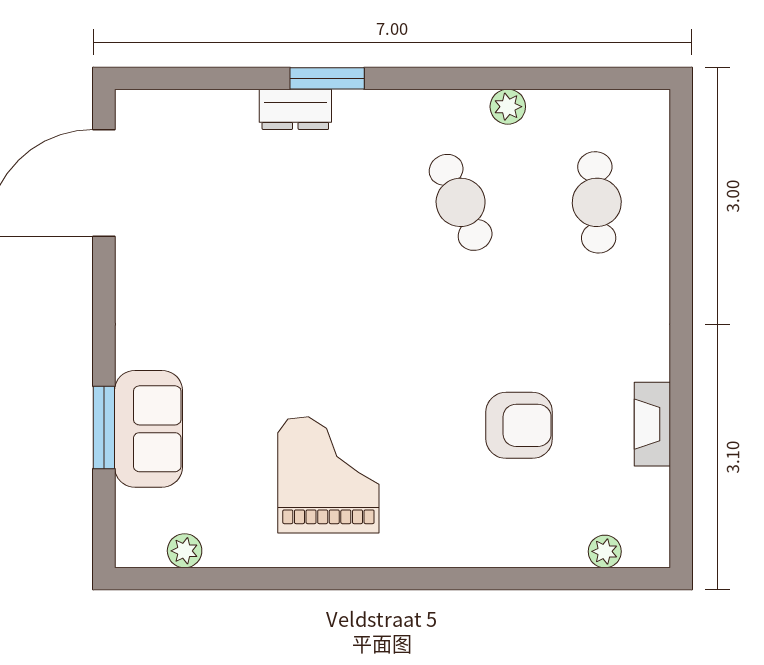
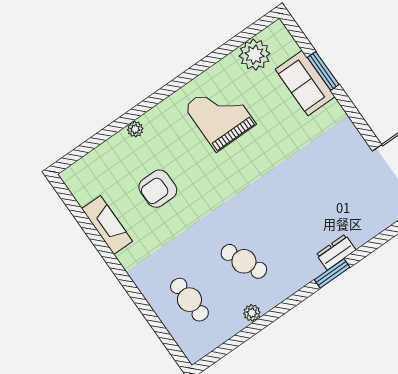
fireplace: (652, 424) -> (107, 225), width x1.37, depth x1.32
grand piano: (328, 475) -> (220, 115), turned 180
plant: (185, 551) -> (255, 55), width x1.87, depth x1.87
plant: (605, 551) -> (135, 129), moved

